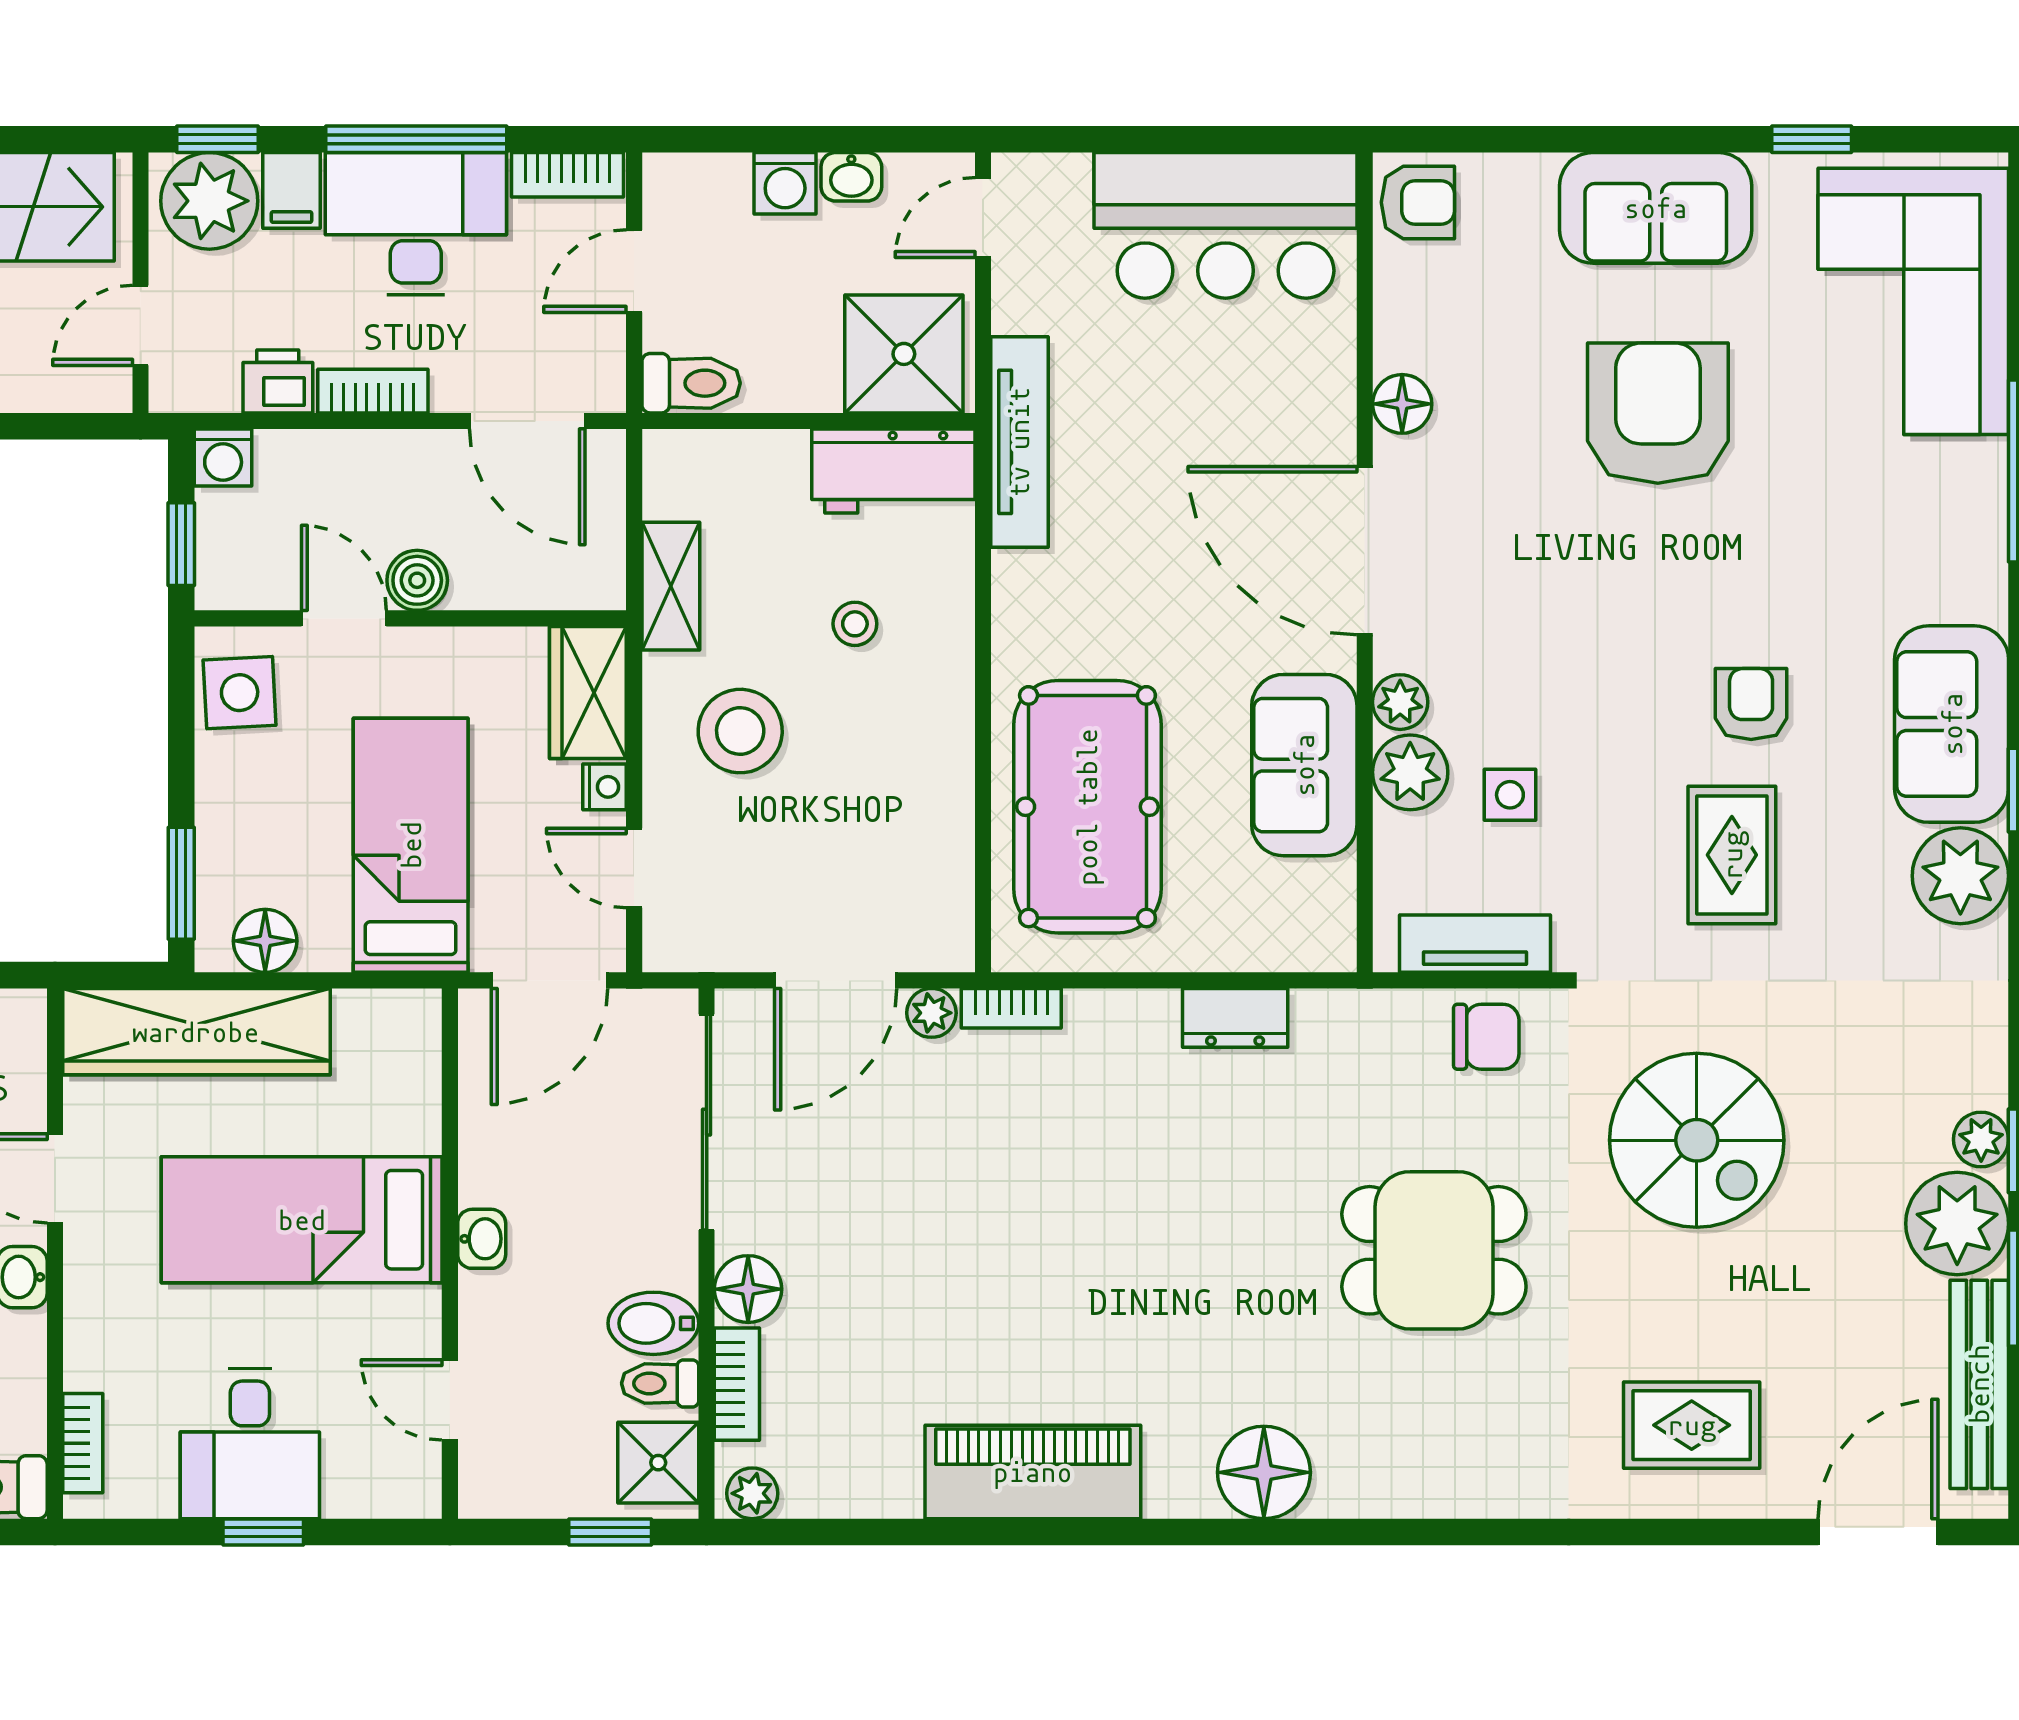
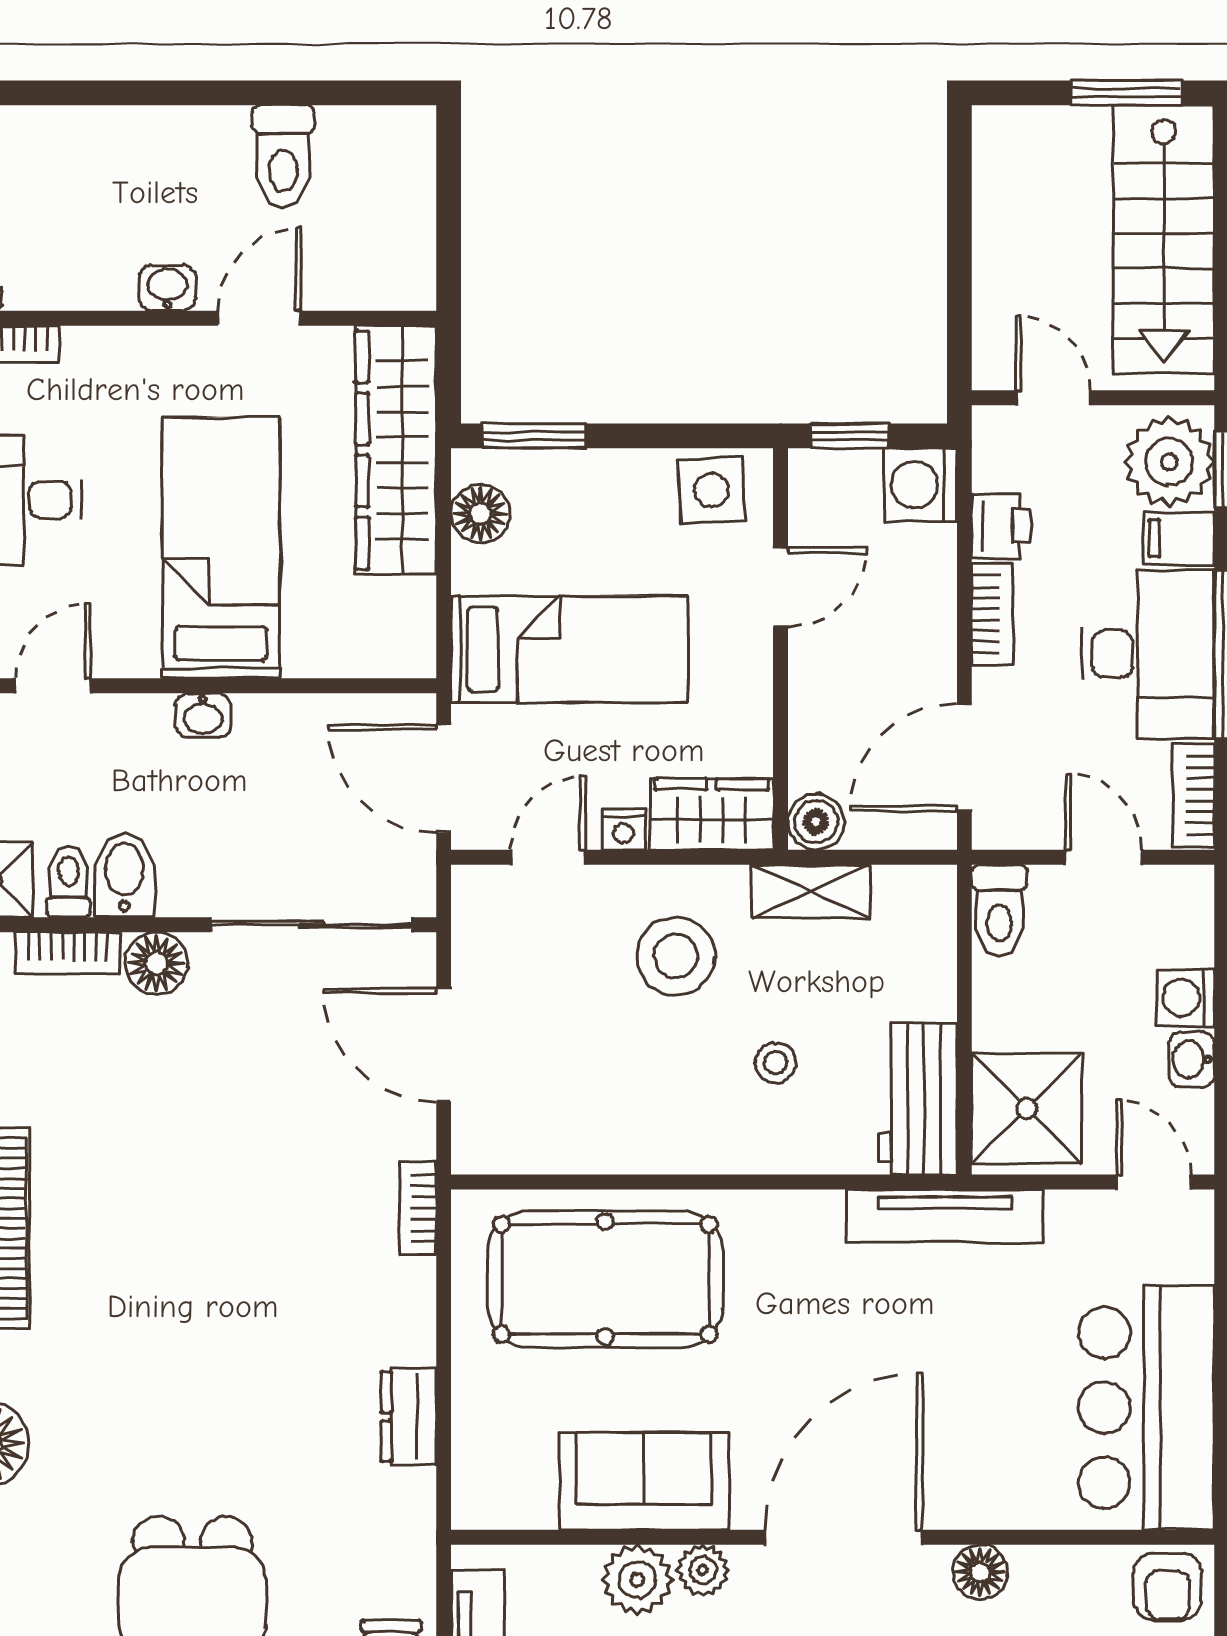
washing machine: (223, 457) -> (920, 485), width x1.38, depth x1.38
boiler: (417, 580) -> (816, 822), moved
plant: (931, 1013) -> (413, 1134), removed

